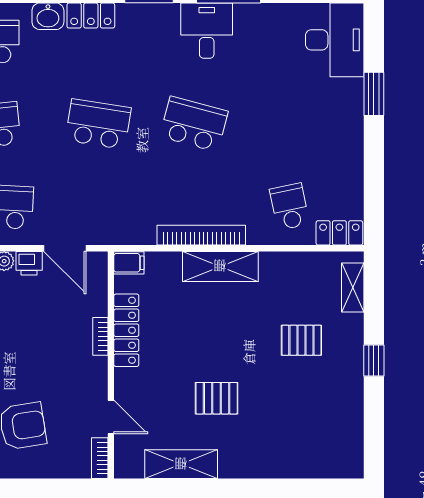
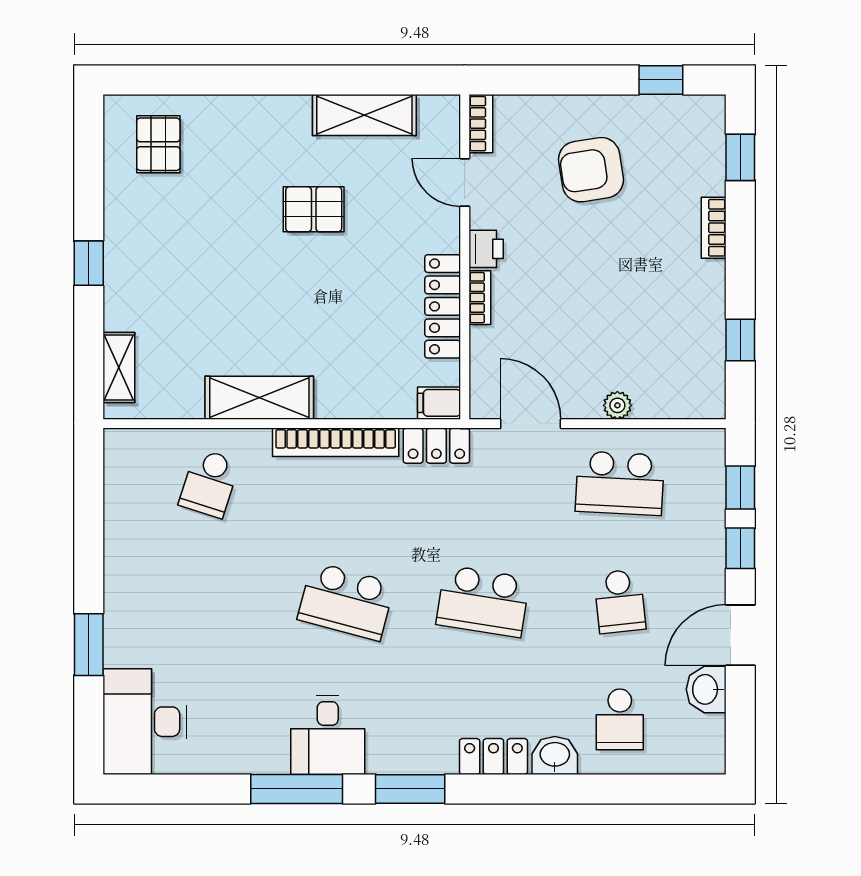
school desk: (290, 207) -> (209, 483), turned 30
locker: (339, 233) -> (436, 446), moved
printer: (29, 263) -> (486, 249), moved, turned 90
shelving: (220, 266) -> (259, 398), moved
pallet: (301, 340) -> (158, 144), moved, turned 90

